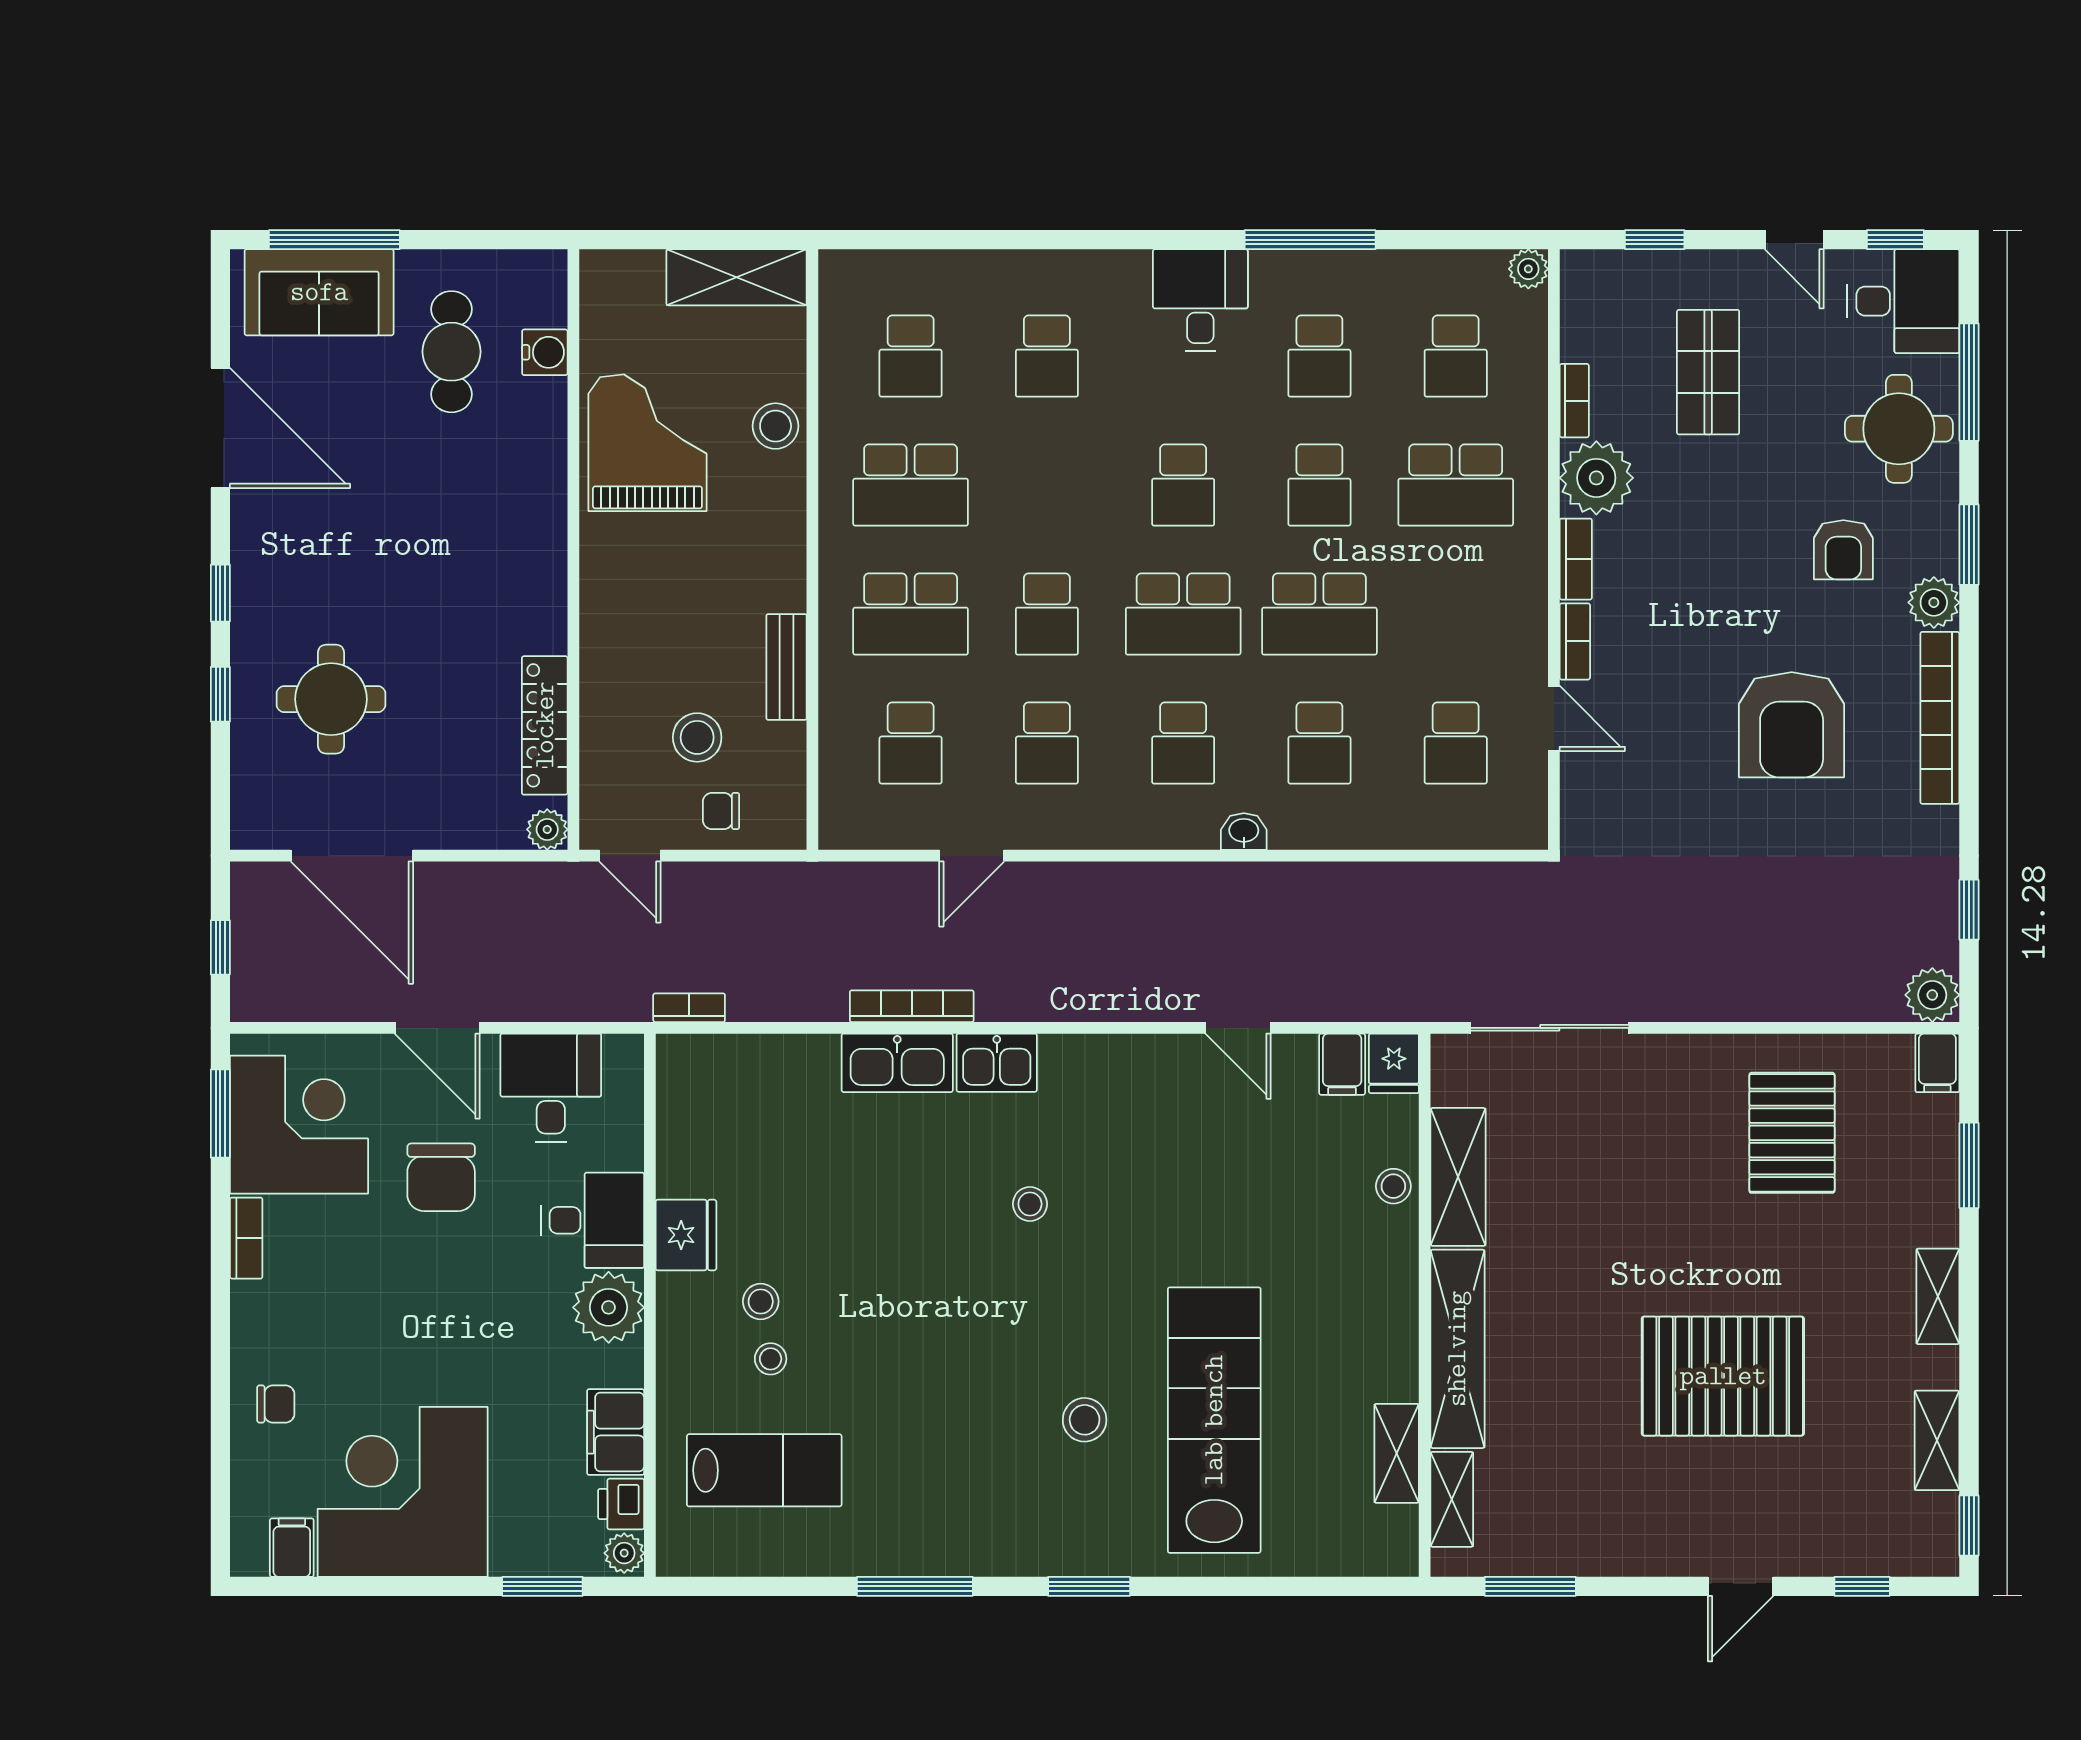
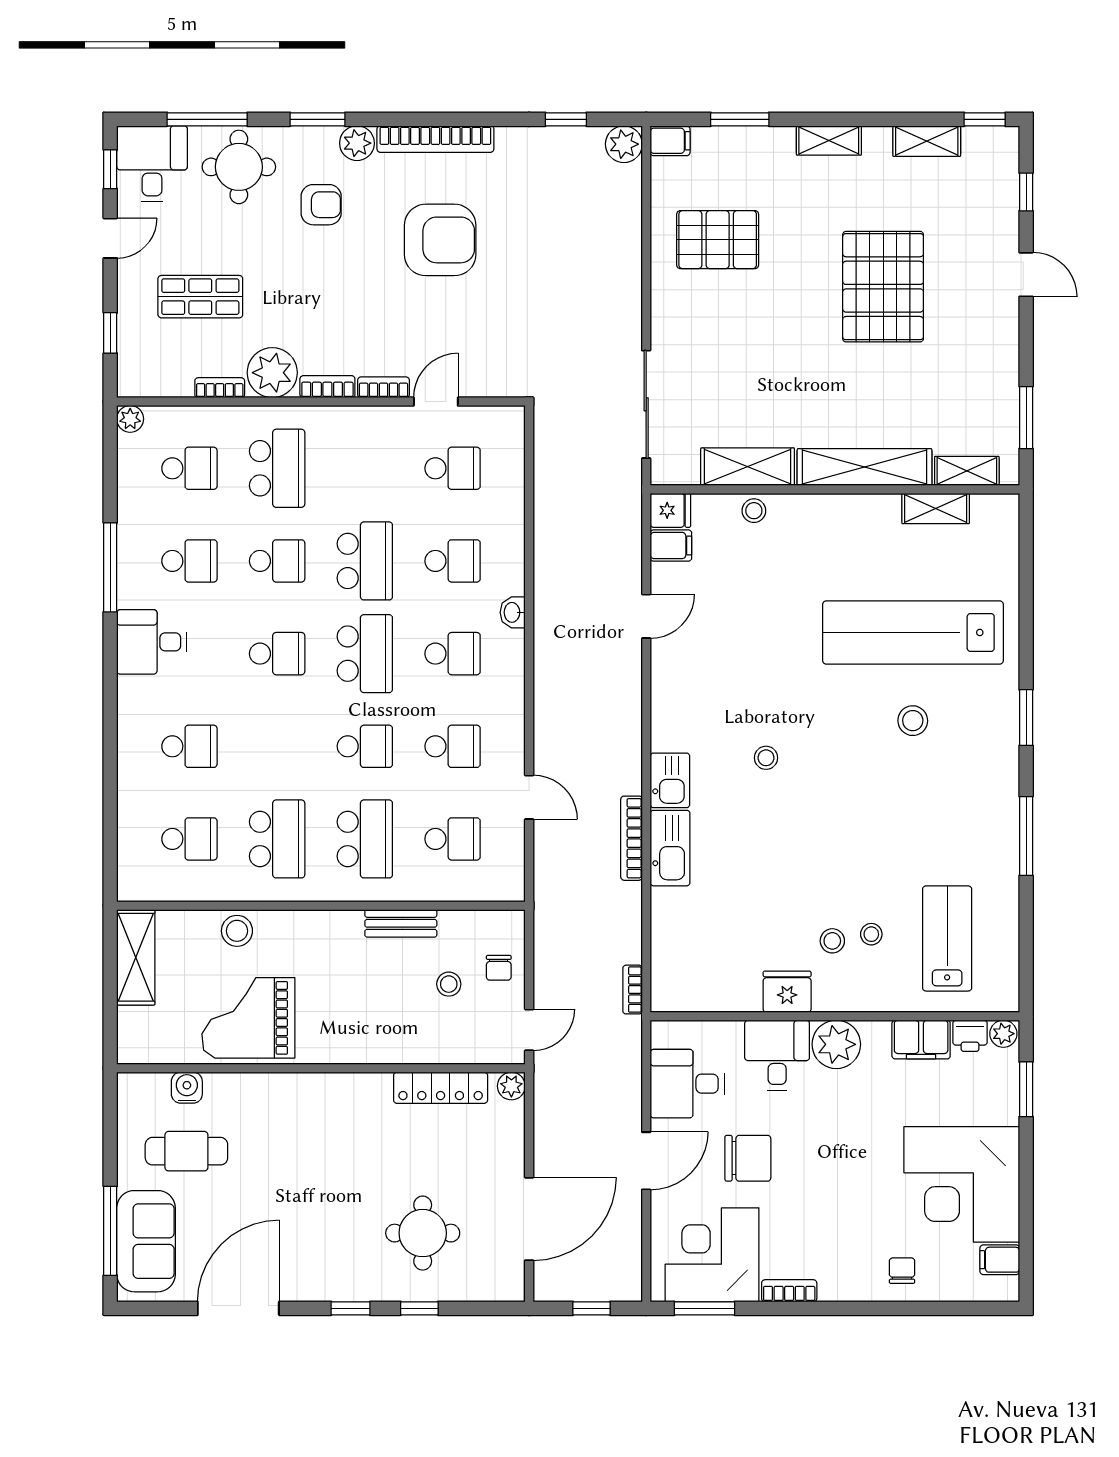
stool: (697, 737) -> (449, 984), width x0.73, depth x0.73

